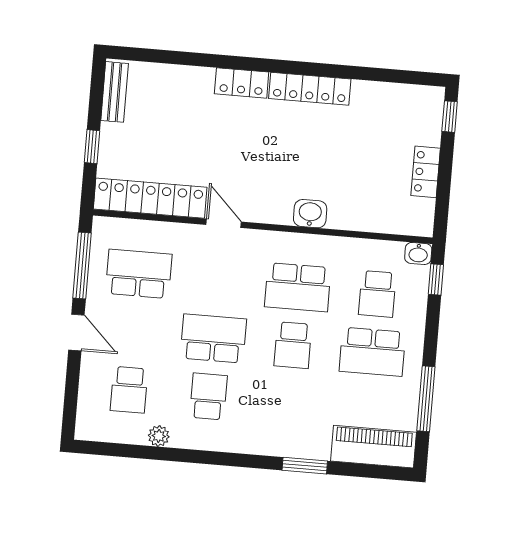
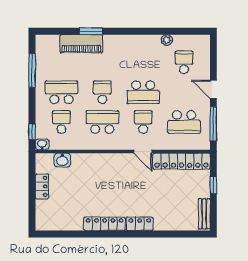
window: (450, 117) -> (32, 216), removed
washbasin: (310, 214) -> (62, 160), moved
school desk: (208, 396) -> (143, 122), moved, turned 180
piano: (373, 447) -> (81, 44), moved

